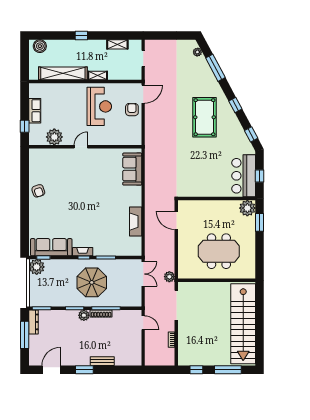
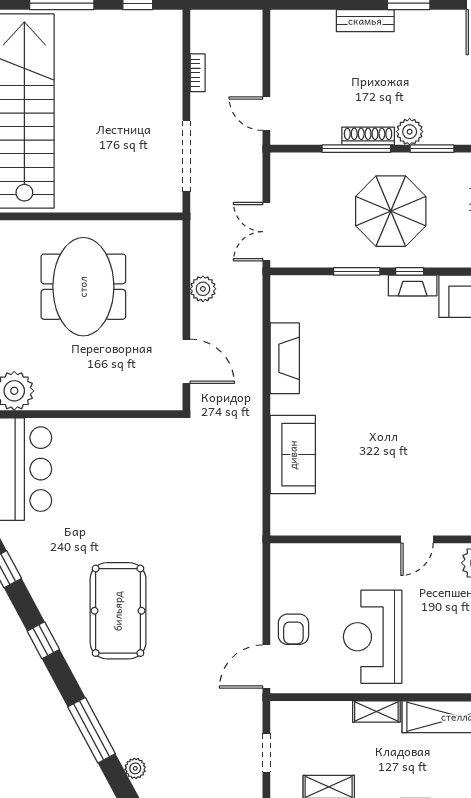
sofa: (132, 169) -> (293, 455), moved
meeting table: (219, 251) -> (83, 287), turned 90
plant: (169, 277) -> (203, 289), moved

